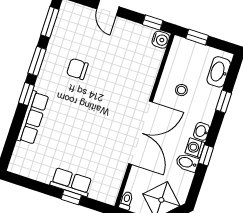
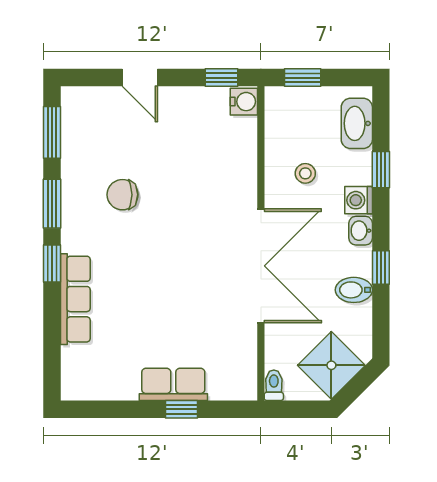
washing machine: (195, 148) -> (359, 200), moved

